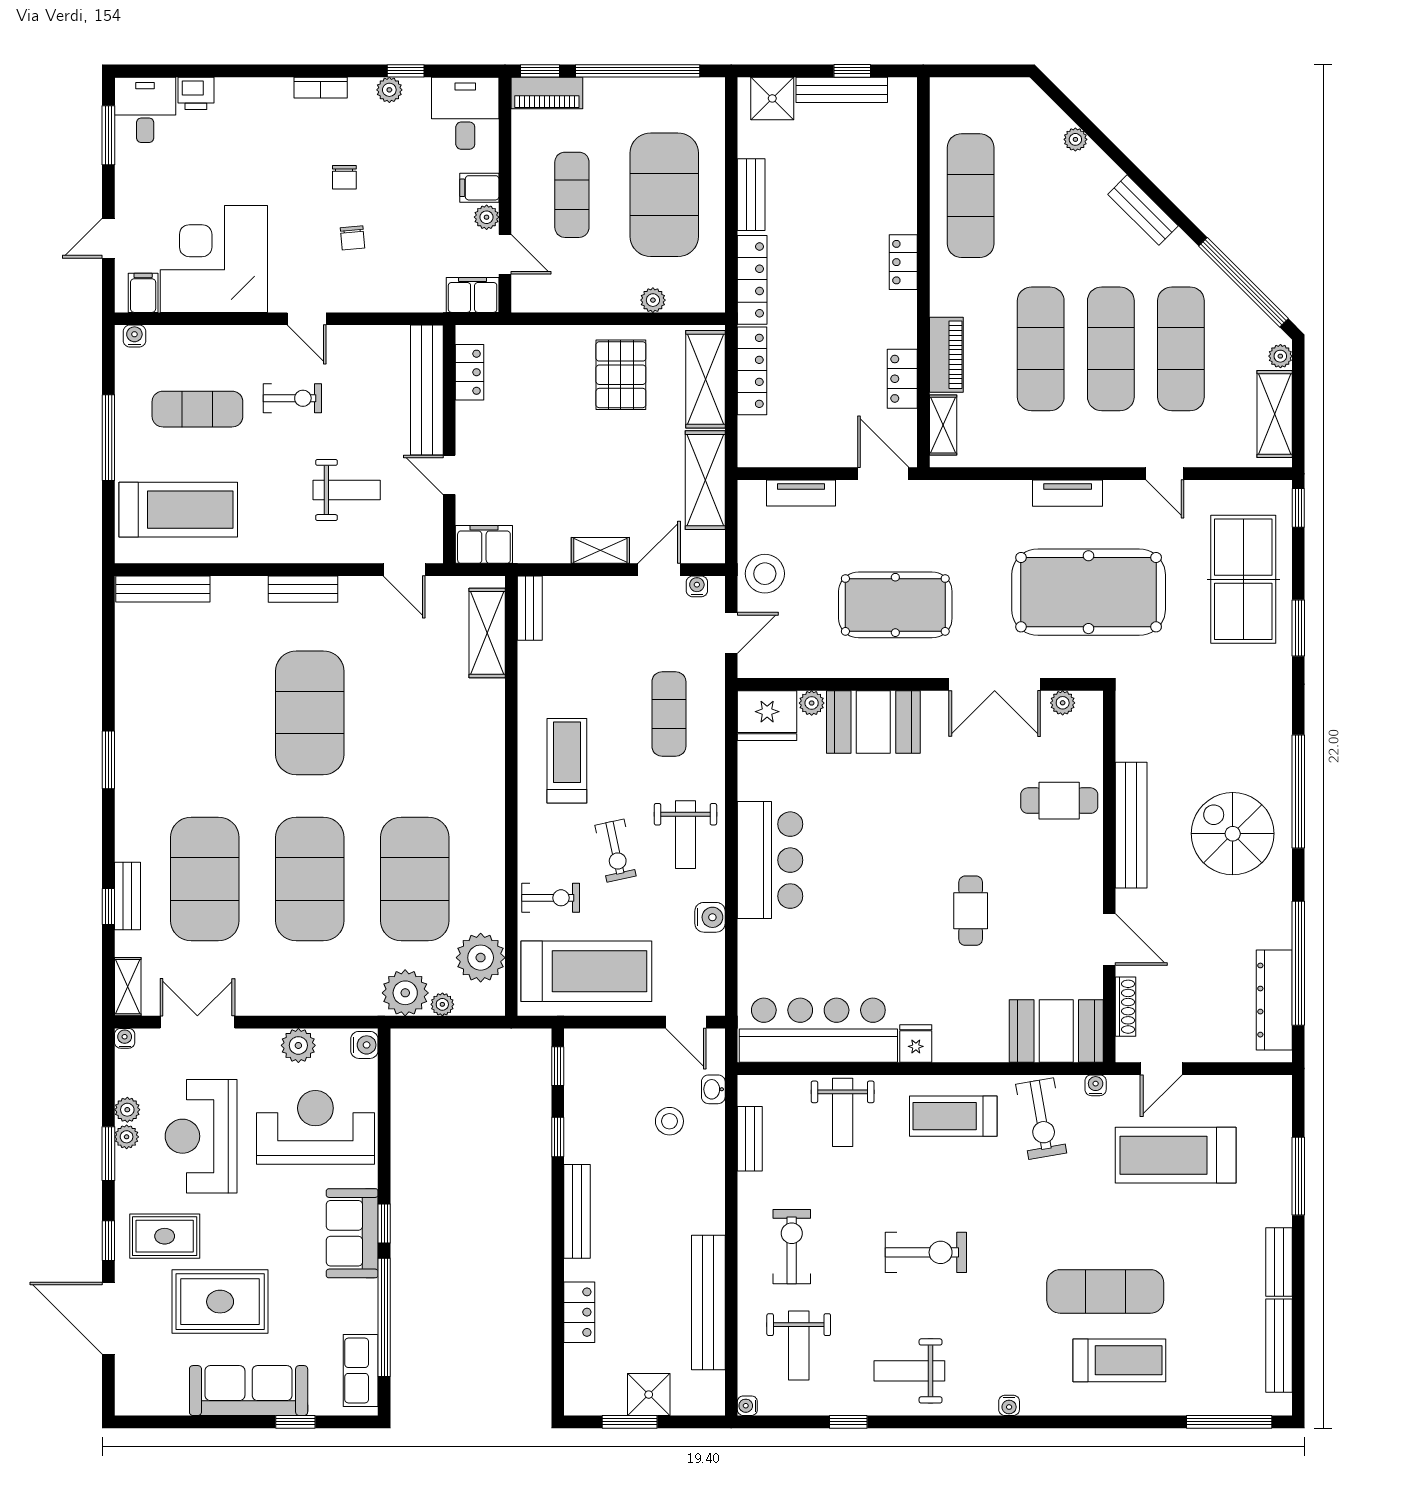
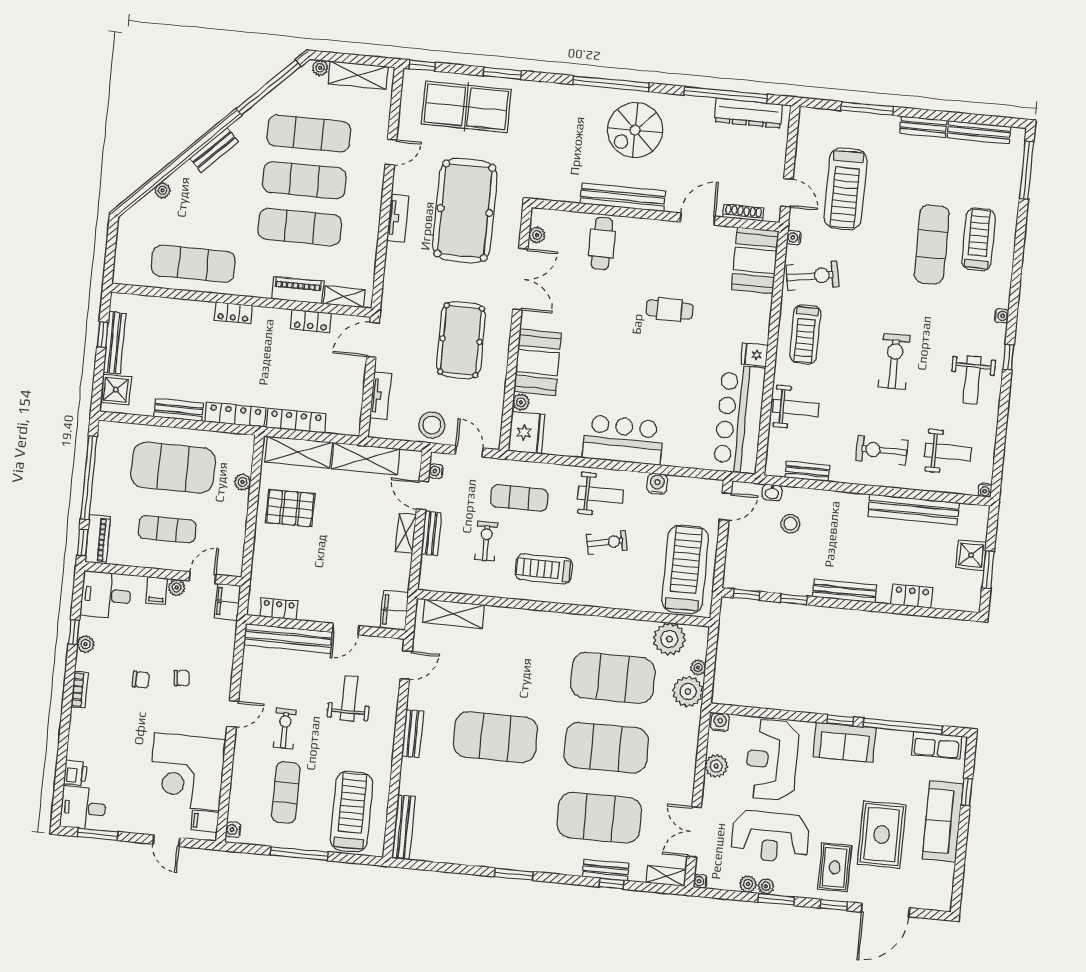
bench: (530, 608) -> (431, 533), moved, turned 90
exercise bike: (551, 898) -> (486, 541), moved
window: (848, 1422) -> (1009, 357), moved

